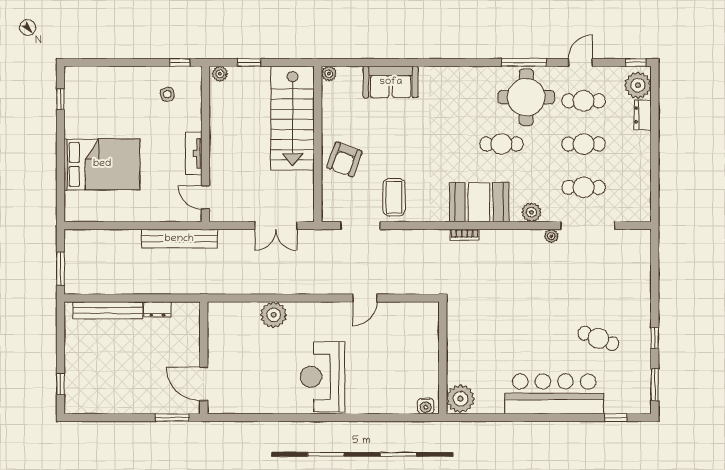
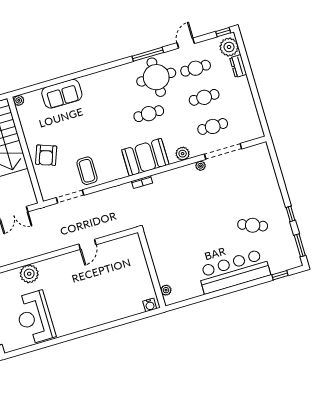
reception desk: (322, 377) -> (34, 317), moved
plant: (460, 399) -> (166, 290), width x0.53, depth x0.53

